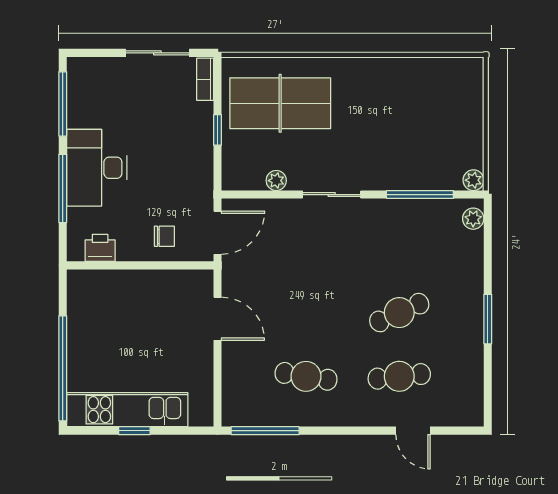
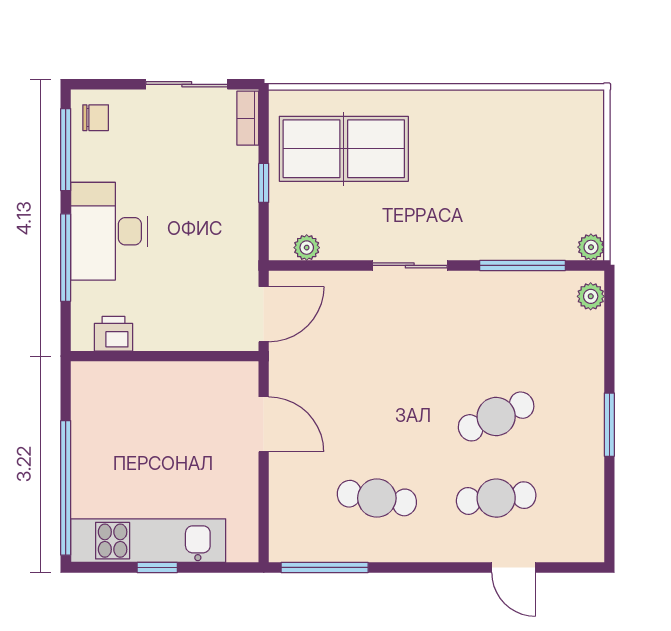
plant: (276, 181) -> (307, 248), moved
chair: (164, 236) -> (96, 118), moved

